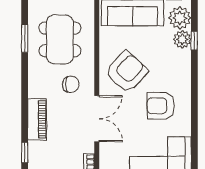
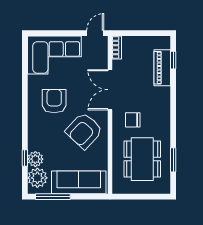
armchair: (161, 106) -> (54, 101), turned -90
piano: (37, 119) -> (162, 68), moved

